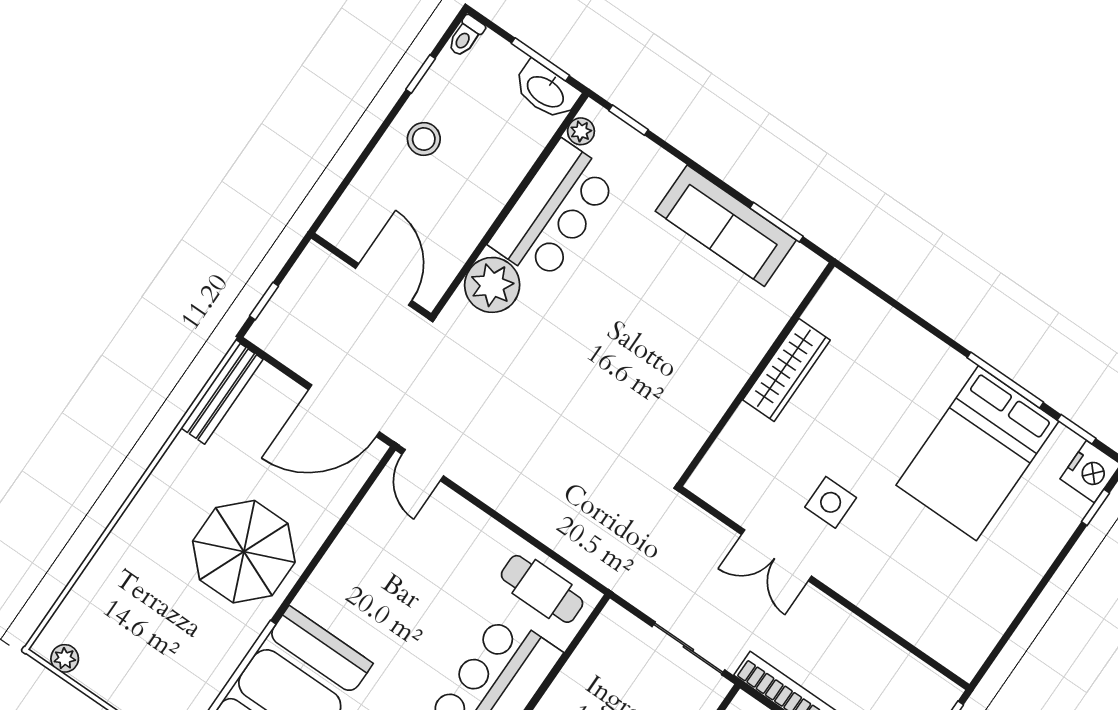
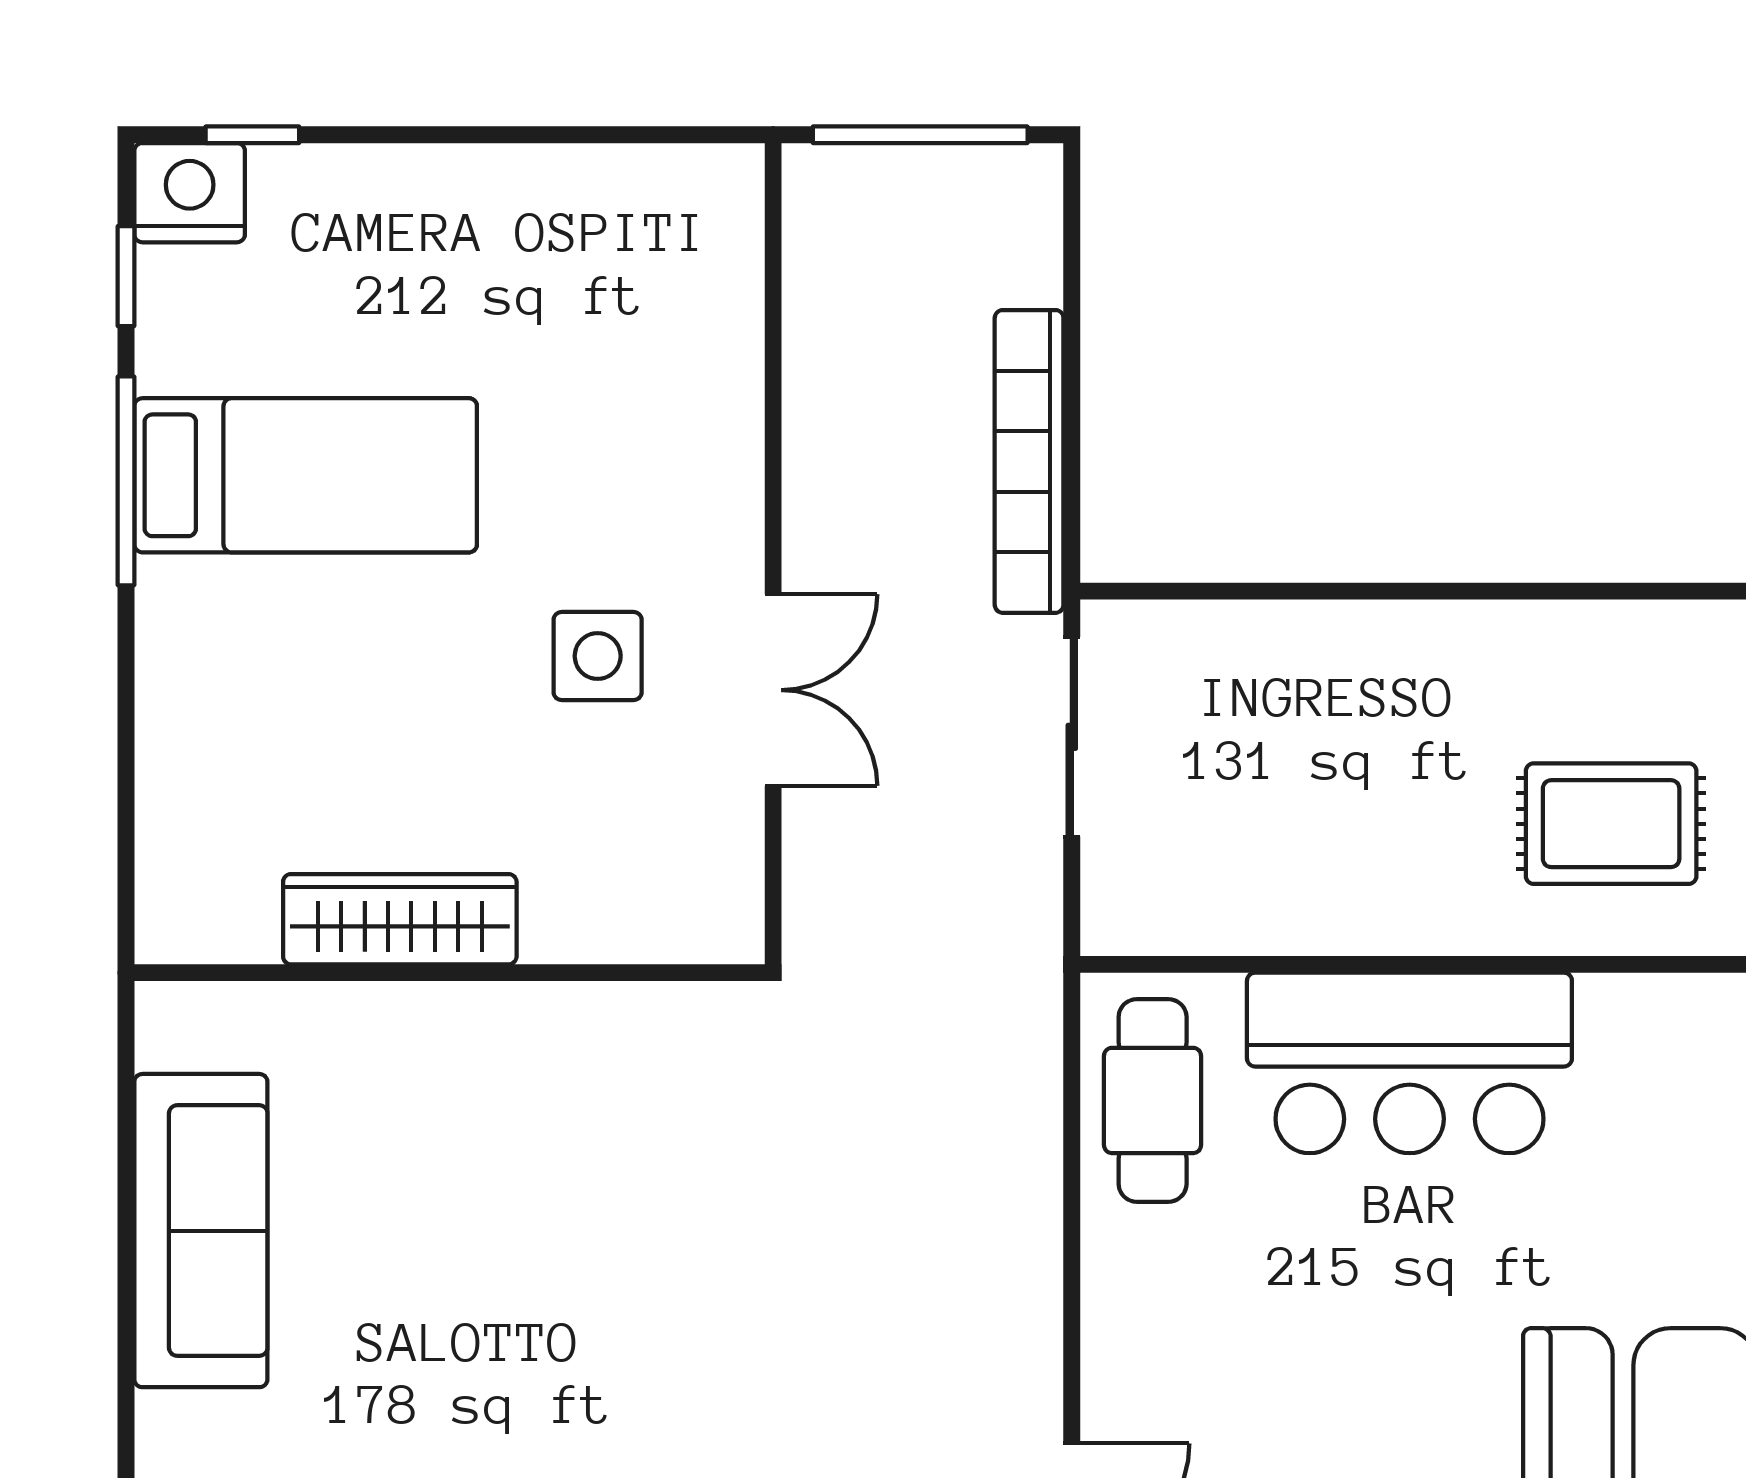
window: (776, 222) -> (126, 1137), removed
bed: (977, 453) -> (306, 475), width x0.67

